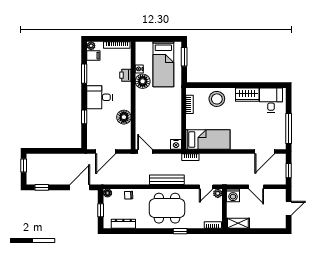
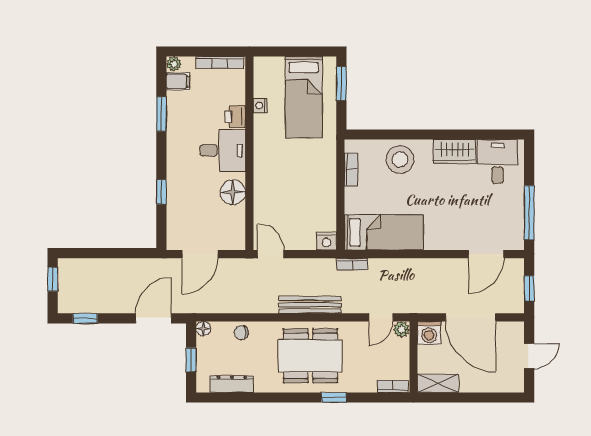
floor lamp: (143, 81) -> (267, 128), removed
desk: (100, 97) -> (223, 150), moved, turned 180
door: (256, 187) -> (471, 317), width x1.87

